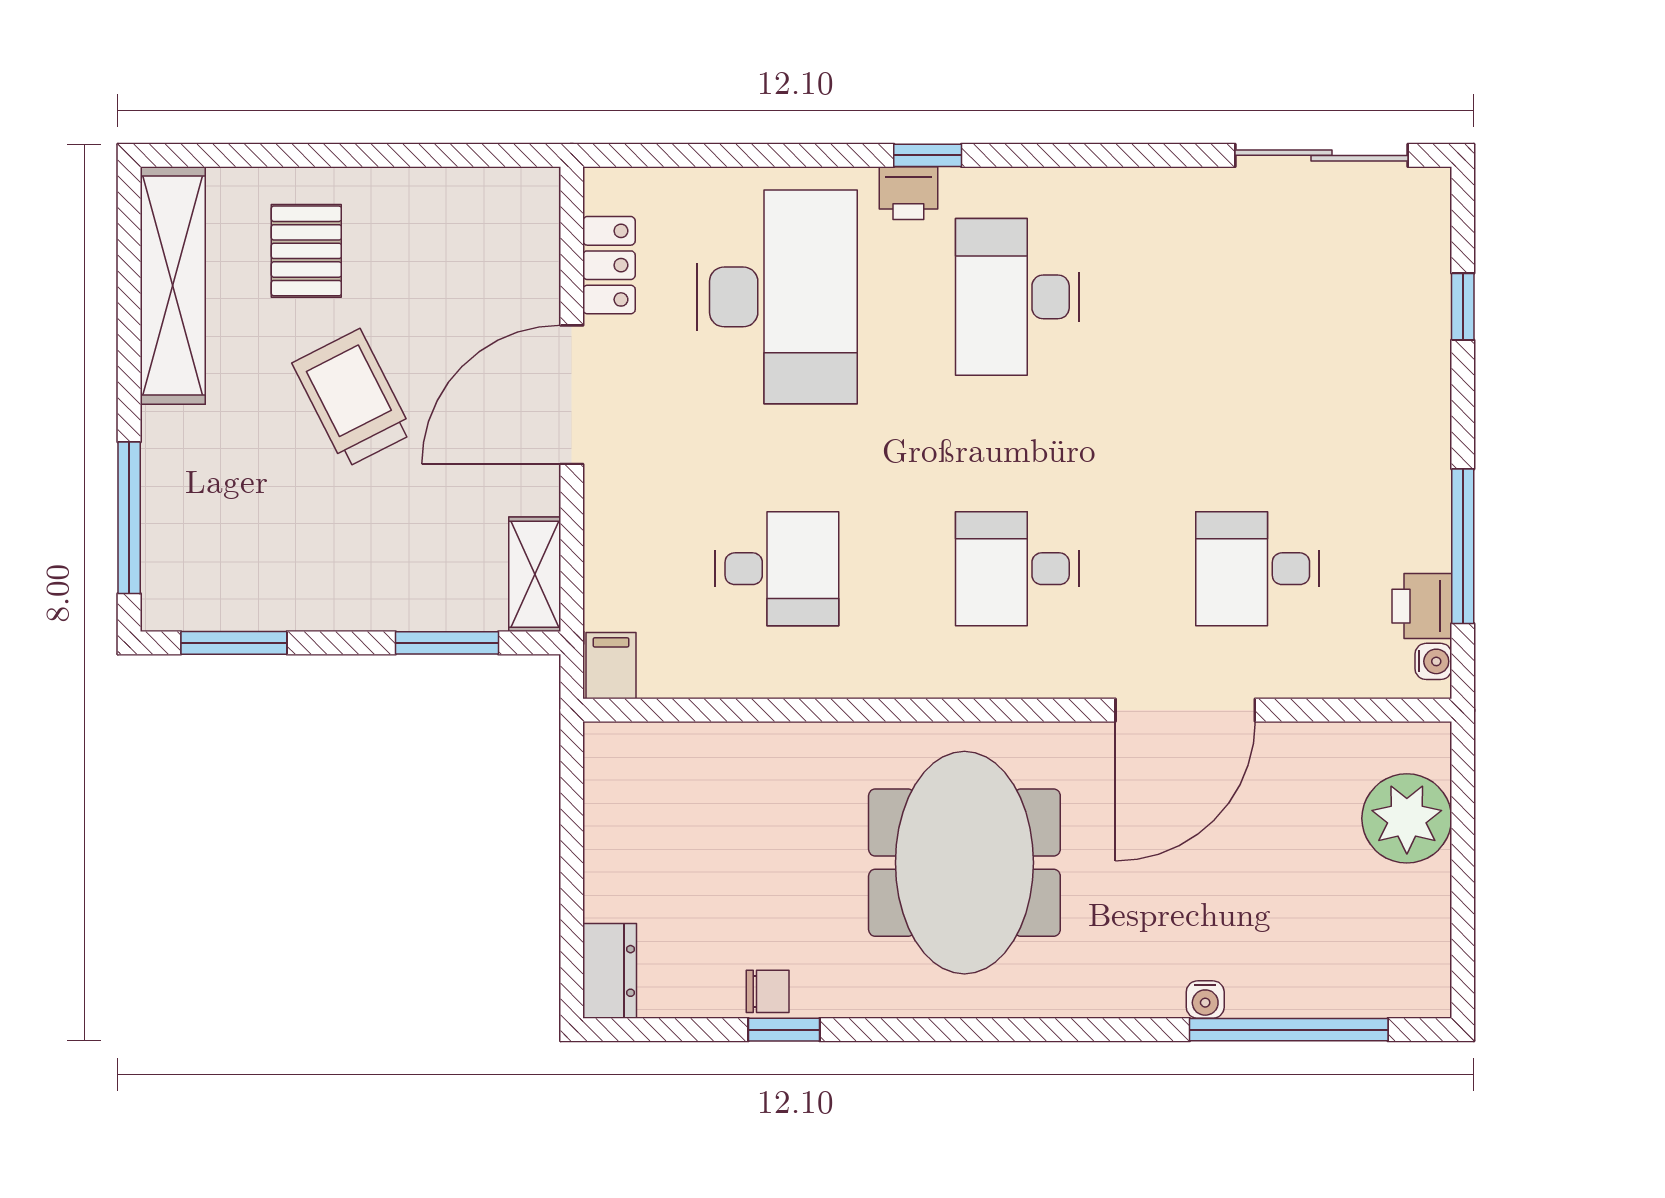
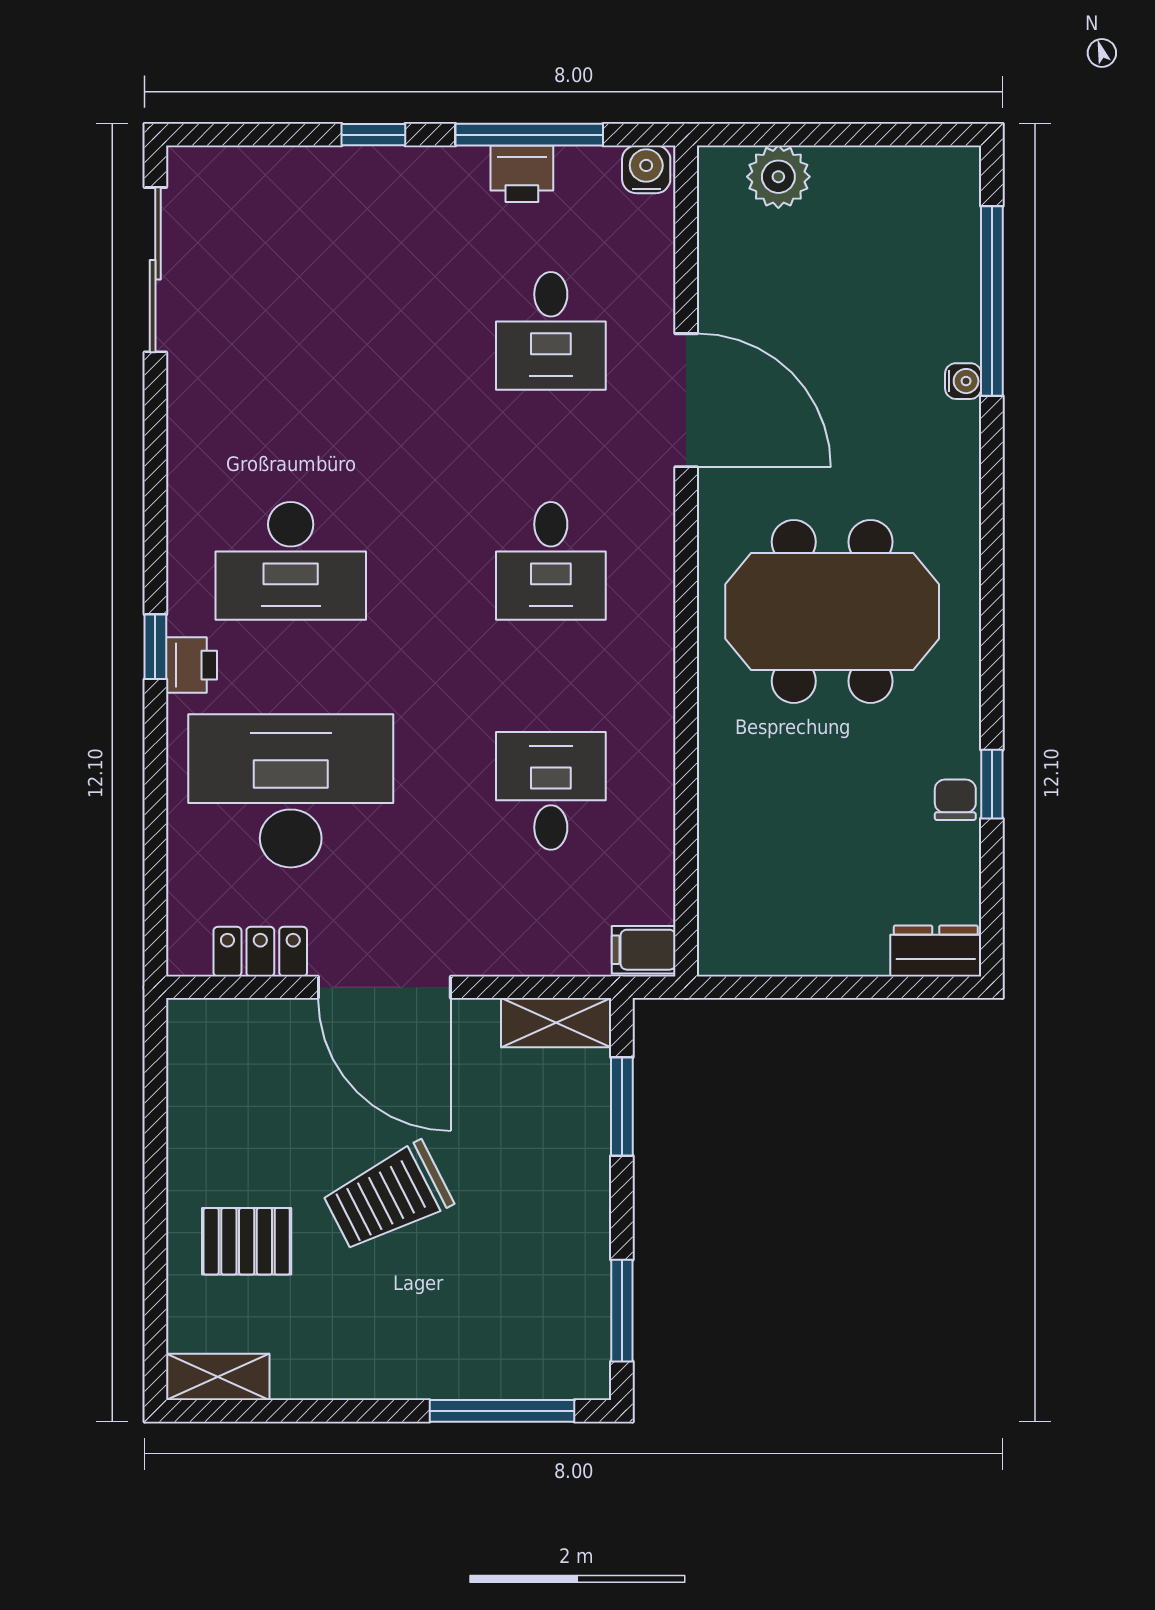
shelving: (173, 285) -> (218, 1377), width x0.45, depth x0.75
window: (1463, 307) -> (373, 135), moved
printer: (1422, 606) -> (522, 174), moved
water cooler: (1433, 661) -> (646, 169), width x1.38, depth x1.38
plant: (1407, 818) -> (778, 177), width x0.73, depth x0.73

